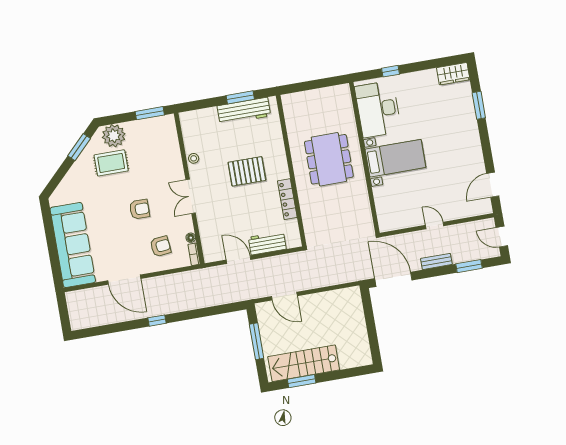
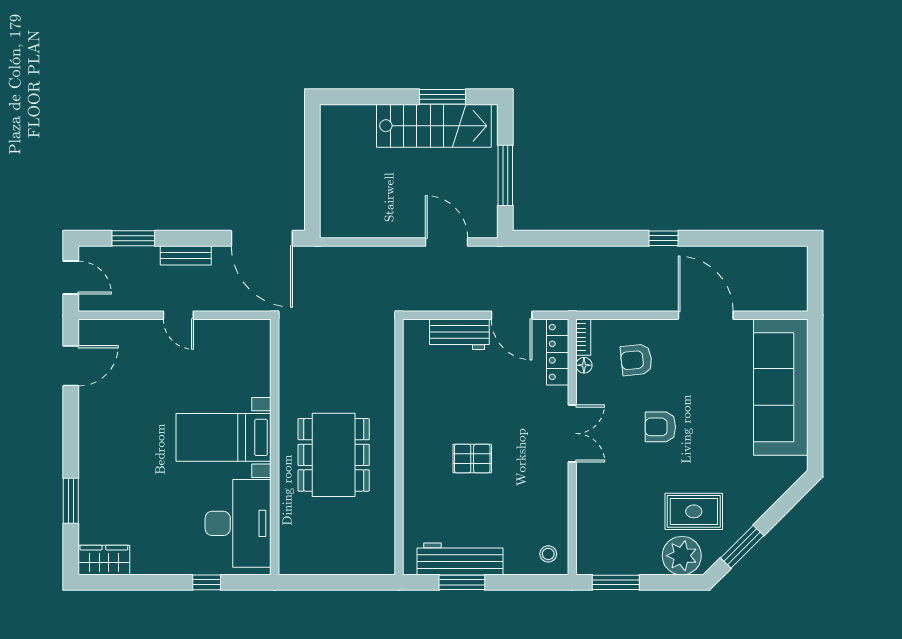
stool: (194, 158) -> (548, 554), moved
pallet: (247, 171) -> (472, 459), width x0.67, depth x0.71
locker: (287, 199) -> (558, 352), moved, turned 180

